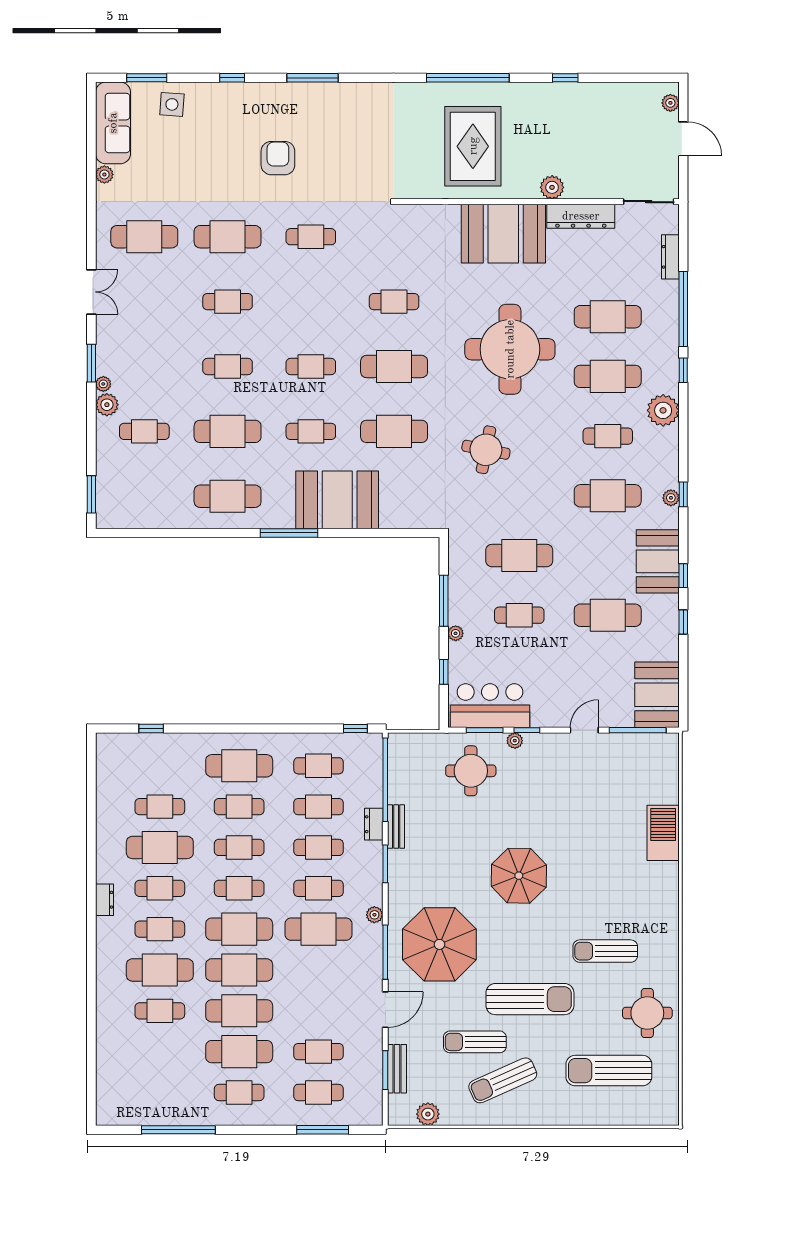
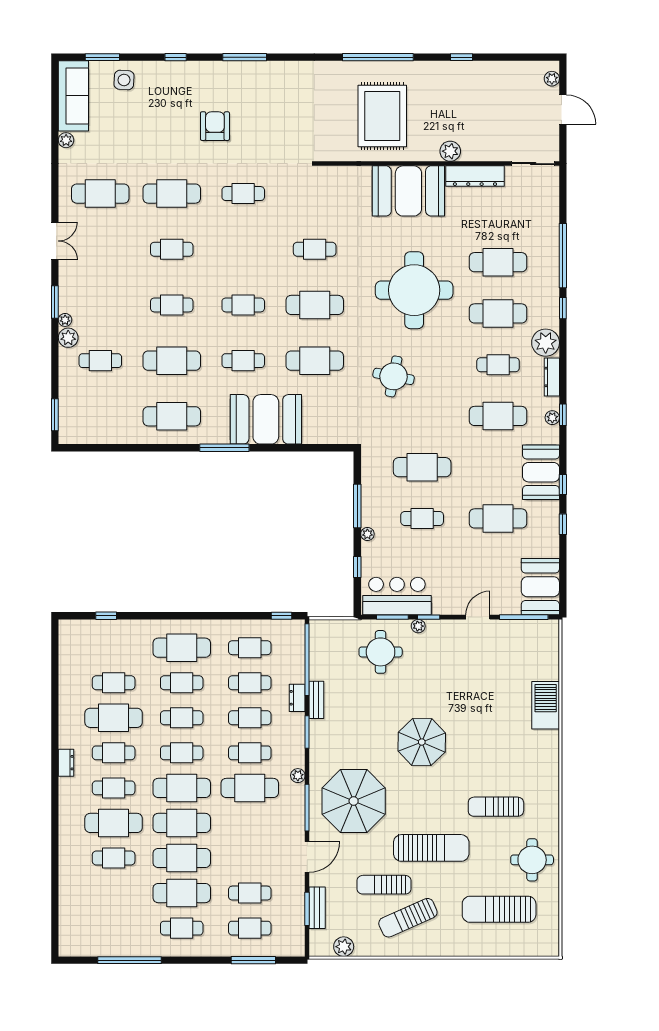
dresser: (670, 257) -> (552, 377), moved

